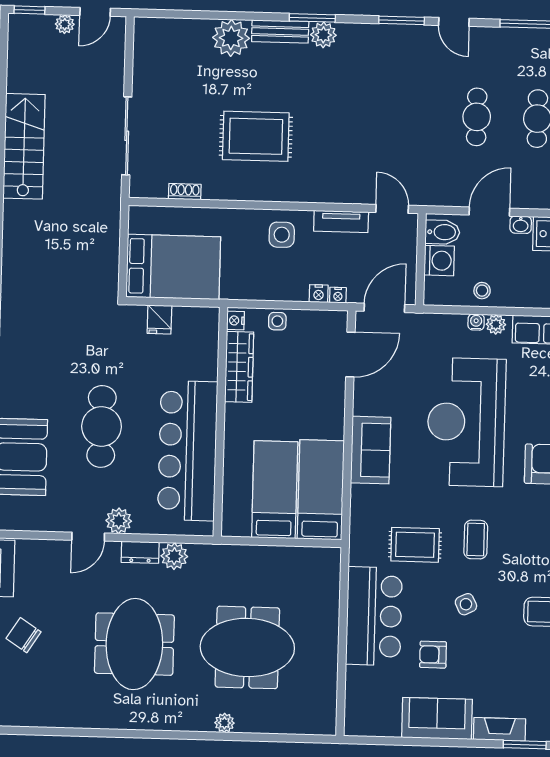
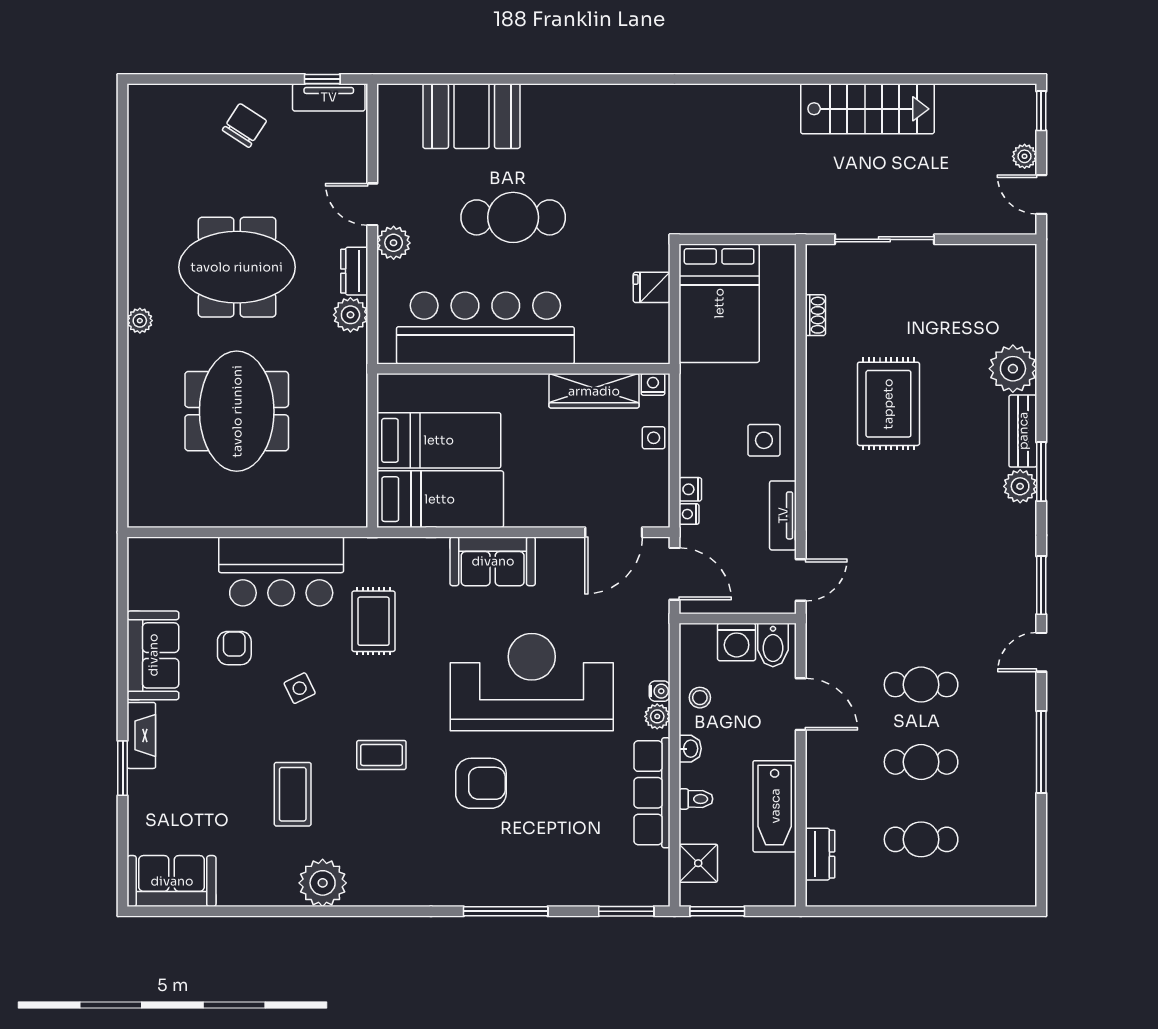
washbasin: (521, 225) -> (690, 749), moved, turned 180
door: (350, 355) -> (614, 532), hinge flipped
coffee table: (476, 540) -> (381, 755), moved
plant: (224, 723) -> (140, 321), moved

